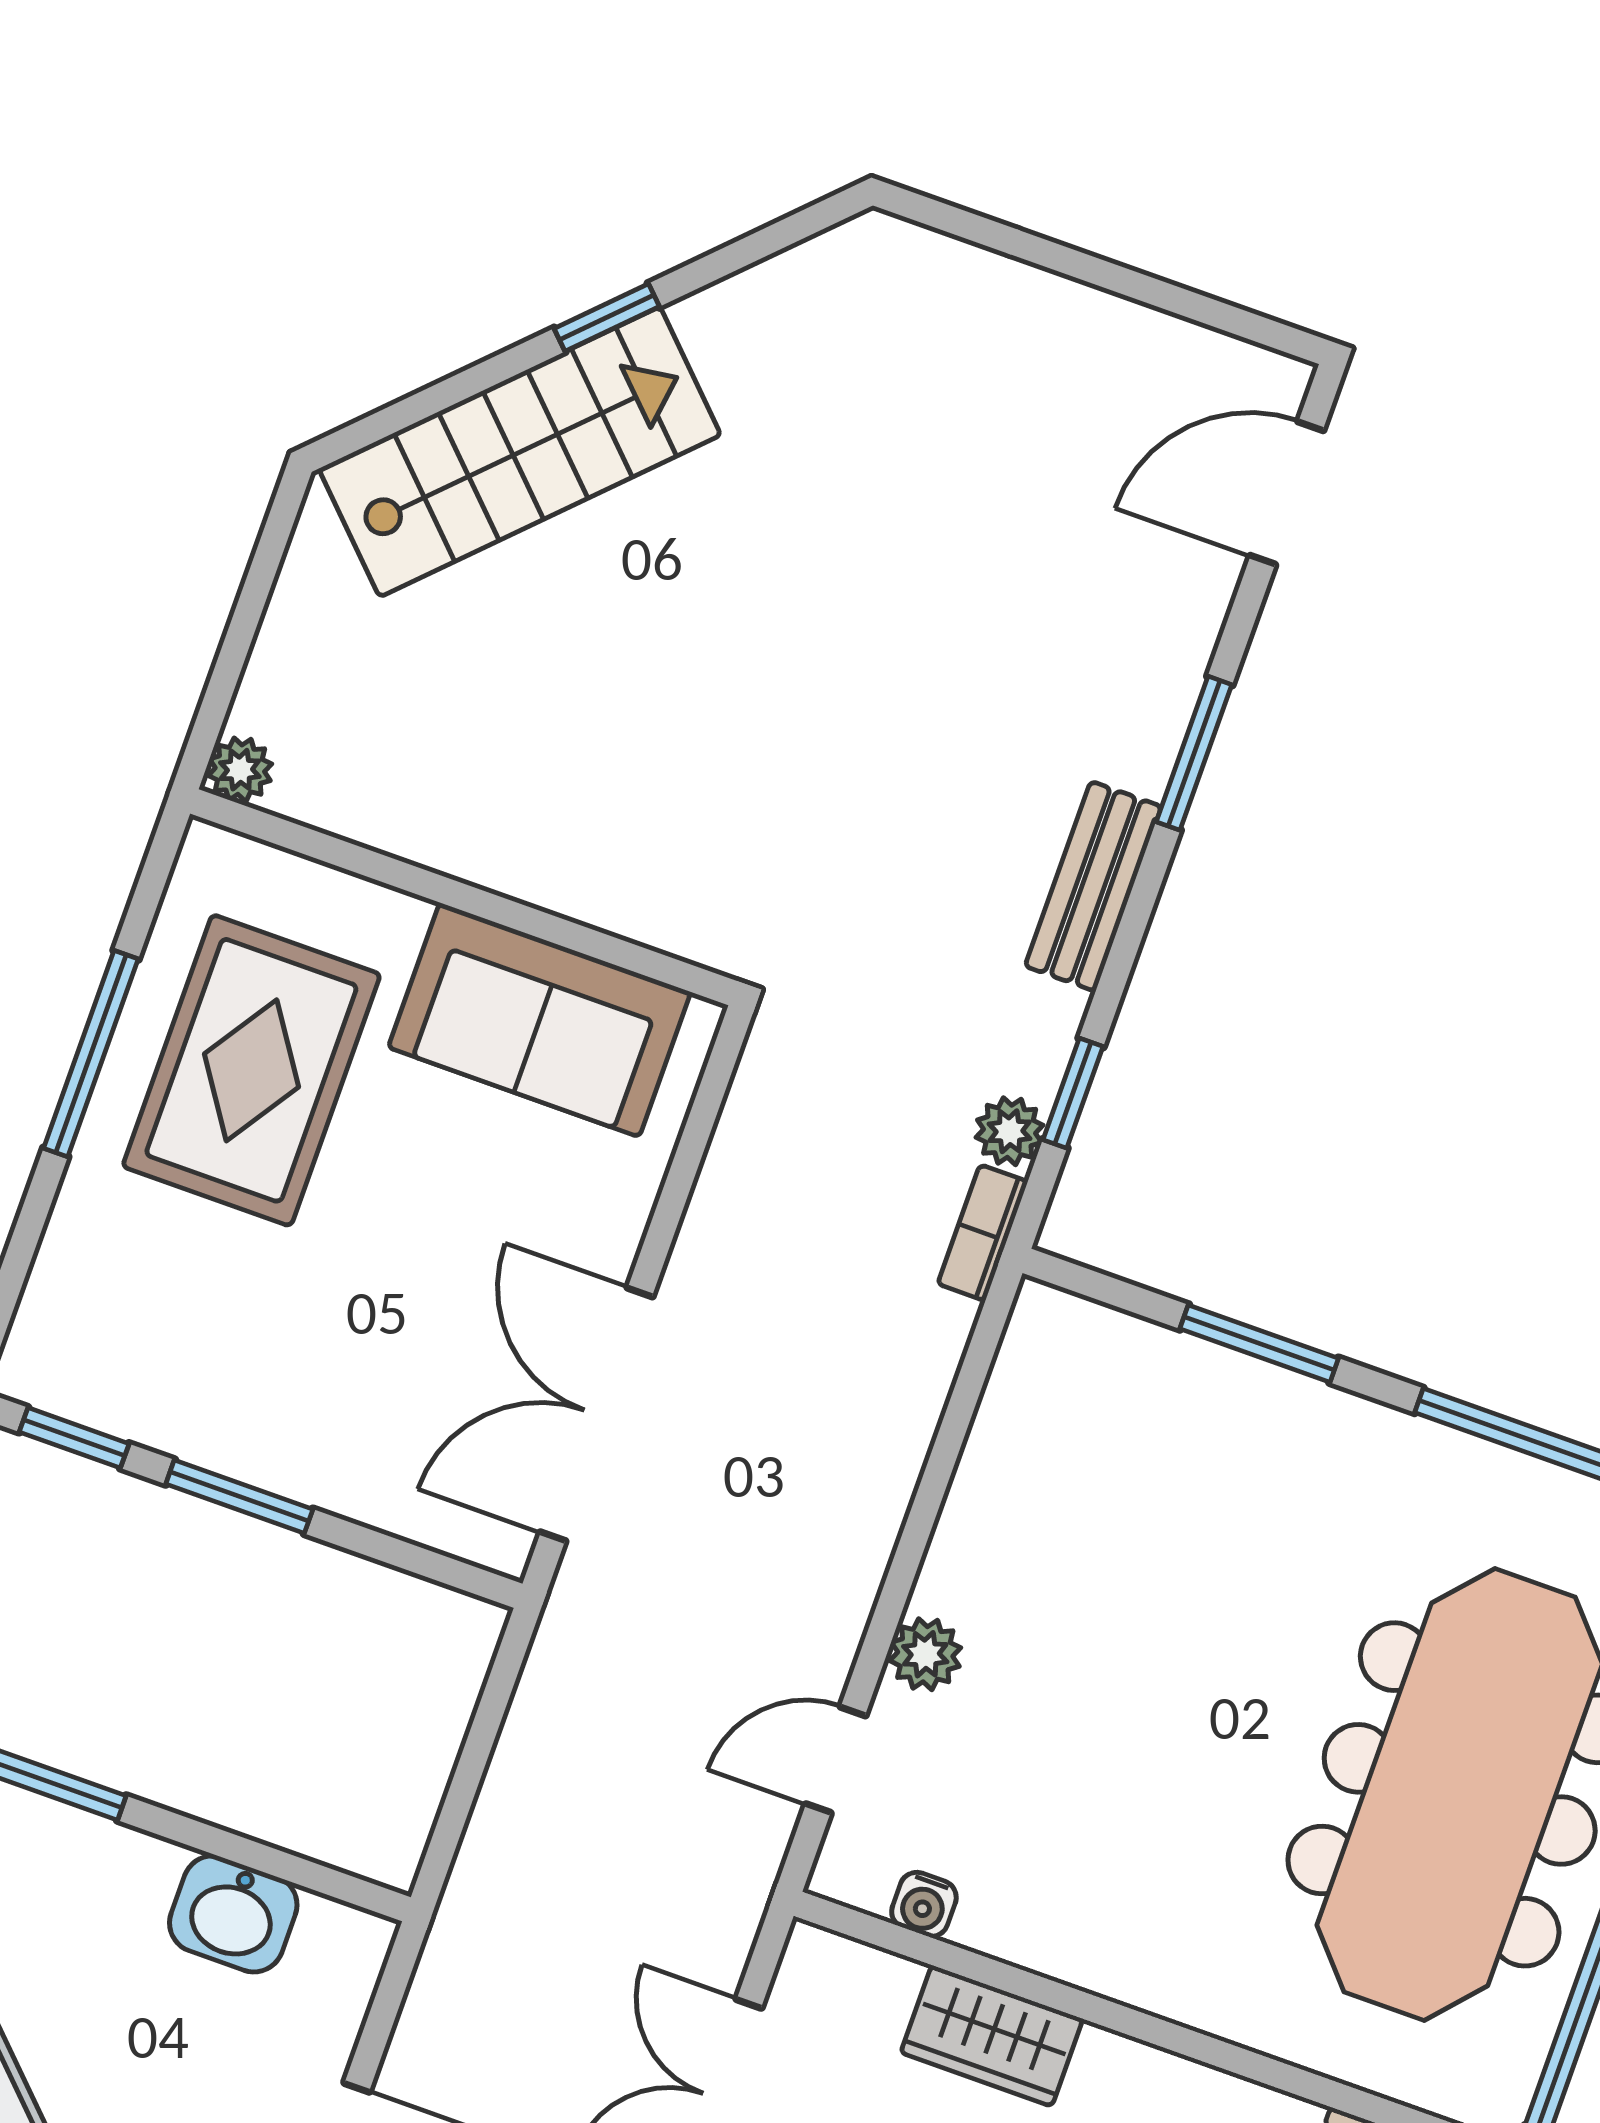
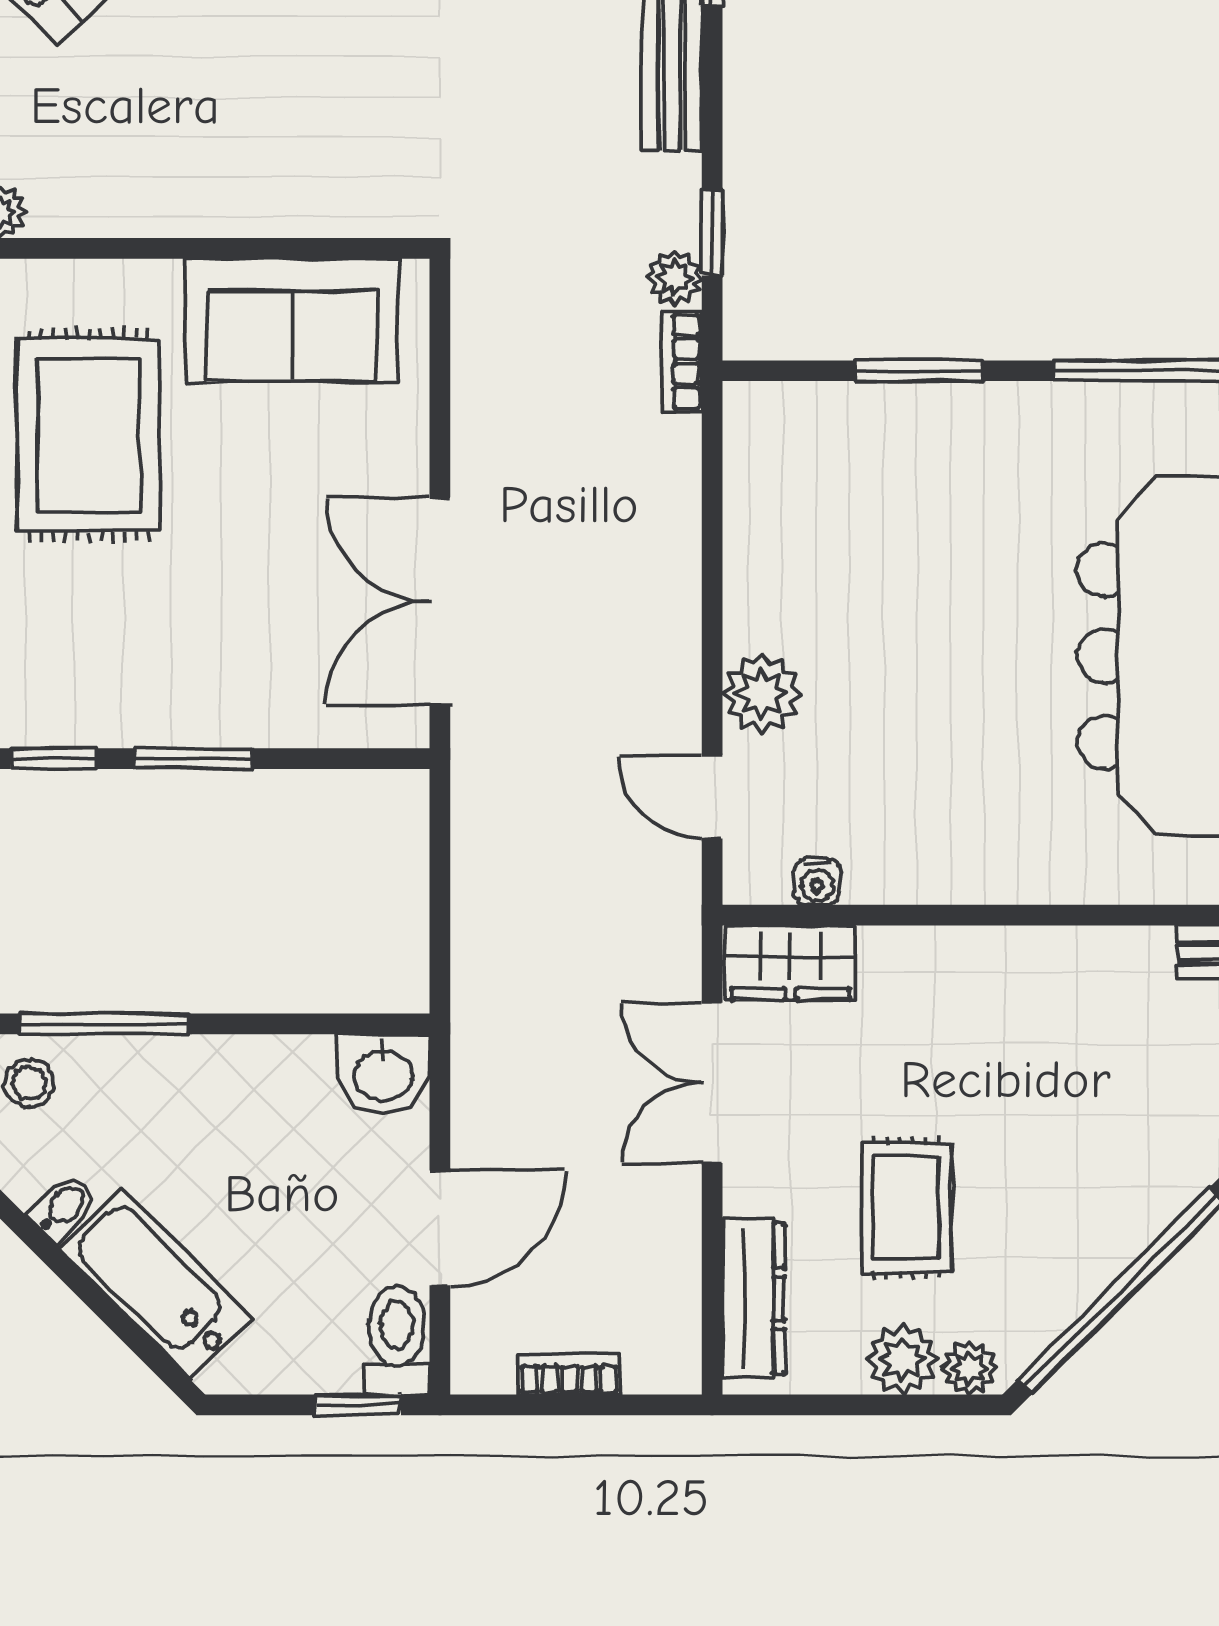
plant: (925, 1654) -> (762, 693), width x1.38, depth x1.38
door: (836, 1760) -> (712, 797), hinge flipped
washbasin: (233, 1914) -> (383, 1074), moved
wardrobe: (992, 2036) -> (790, 962), moved

